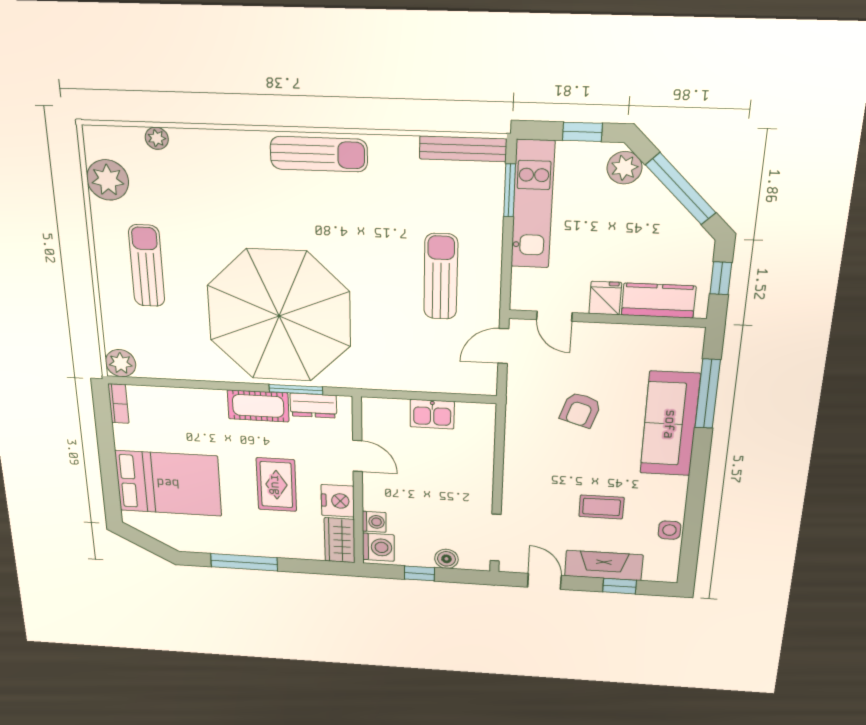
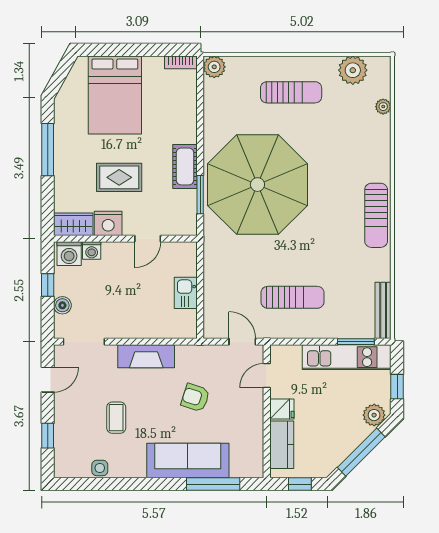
dresser: (313, 406) -> (188, 207), removed
fireplace: (604, 565) -> (146, 356), moved, turned 90

